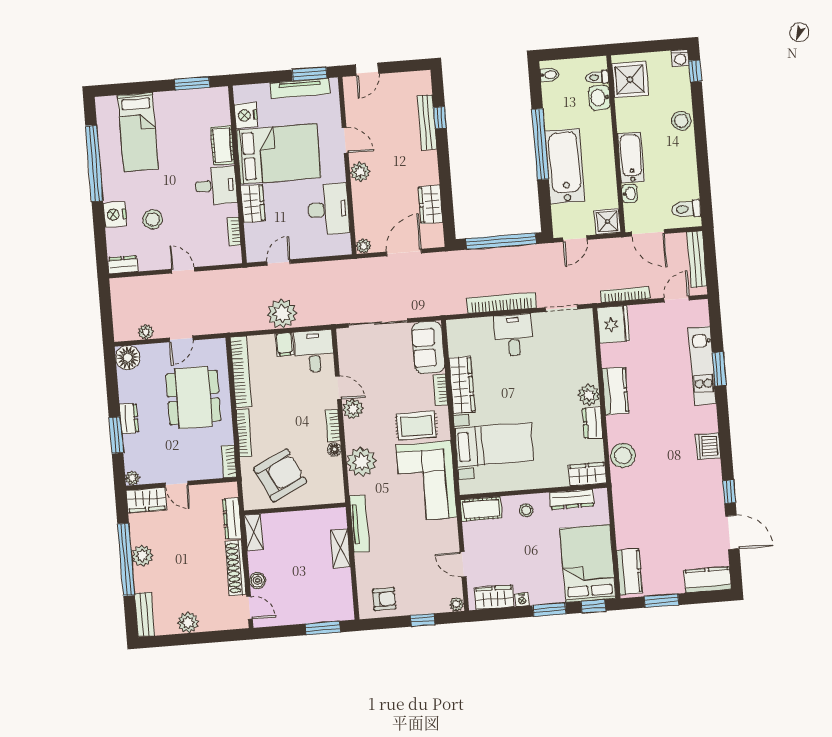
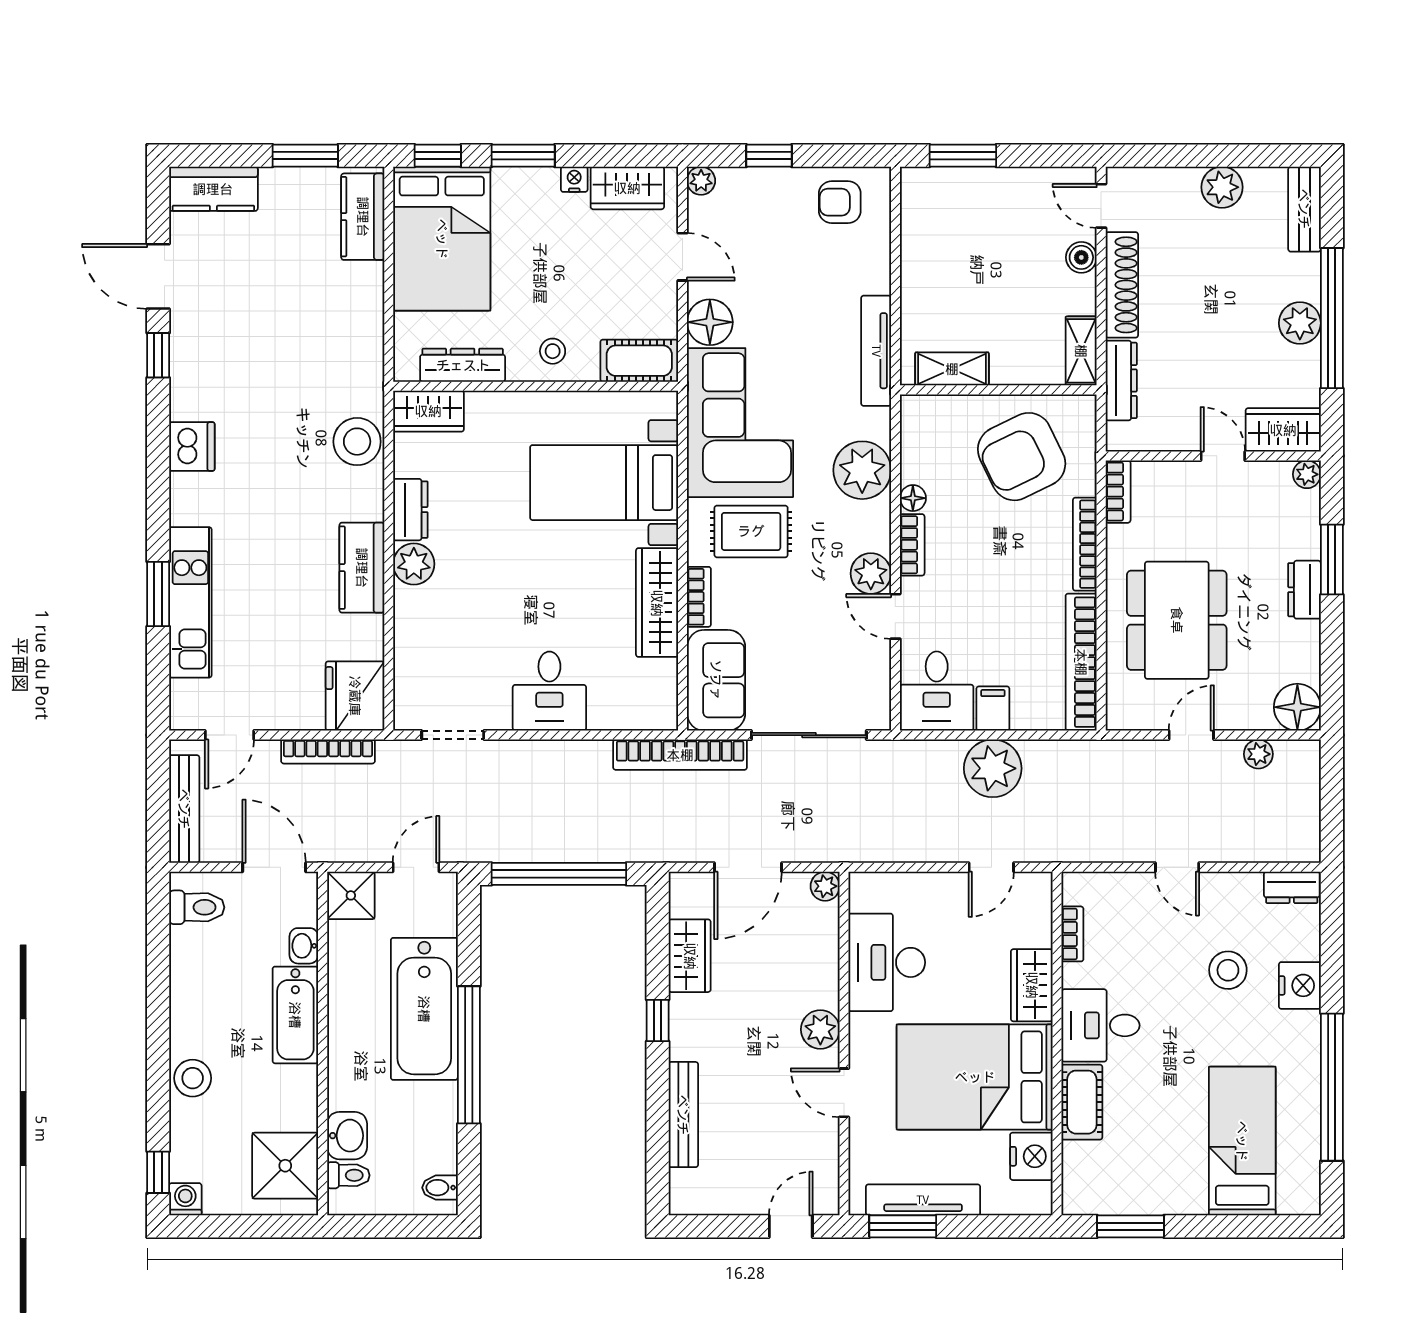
window: (440, 118) -> (658, 1021), moved
bookcase: (502, 303) -> (680, 755), moved
floor lamp: (446, 532) -> (710, 322), added
shelving: (340, 549) -> (952, 369), moved, turned 90

